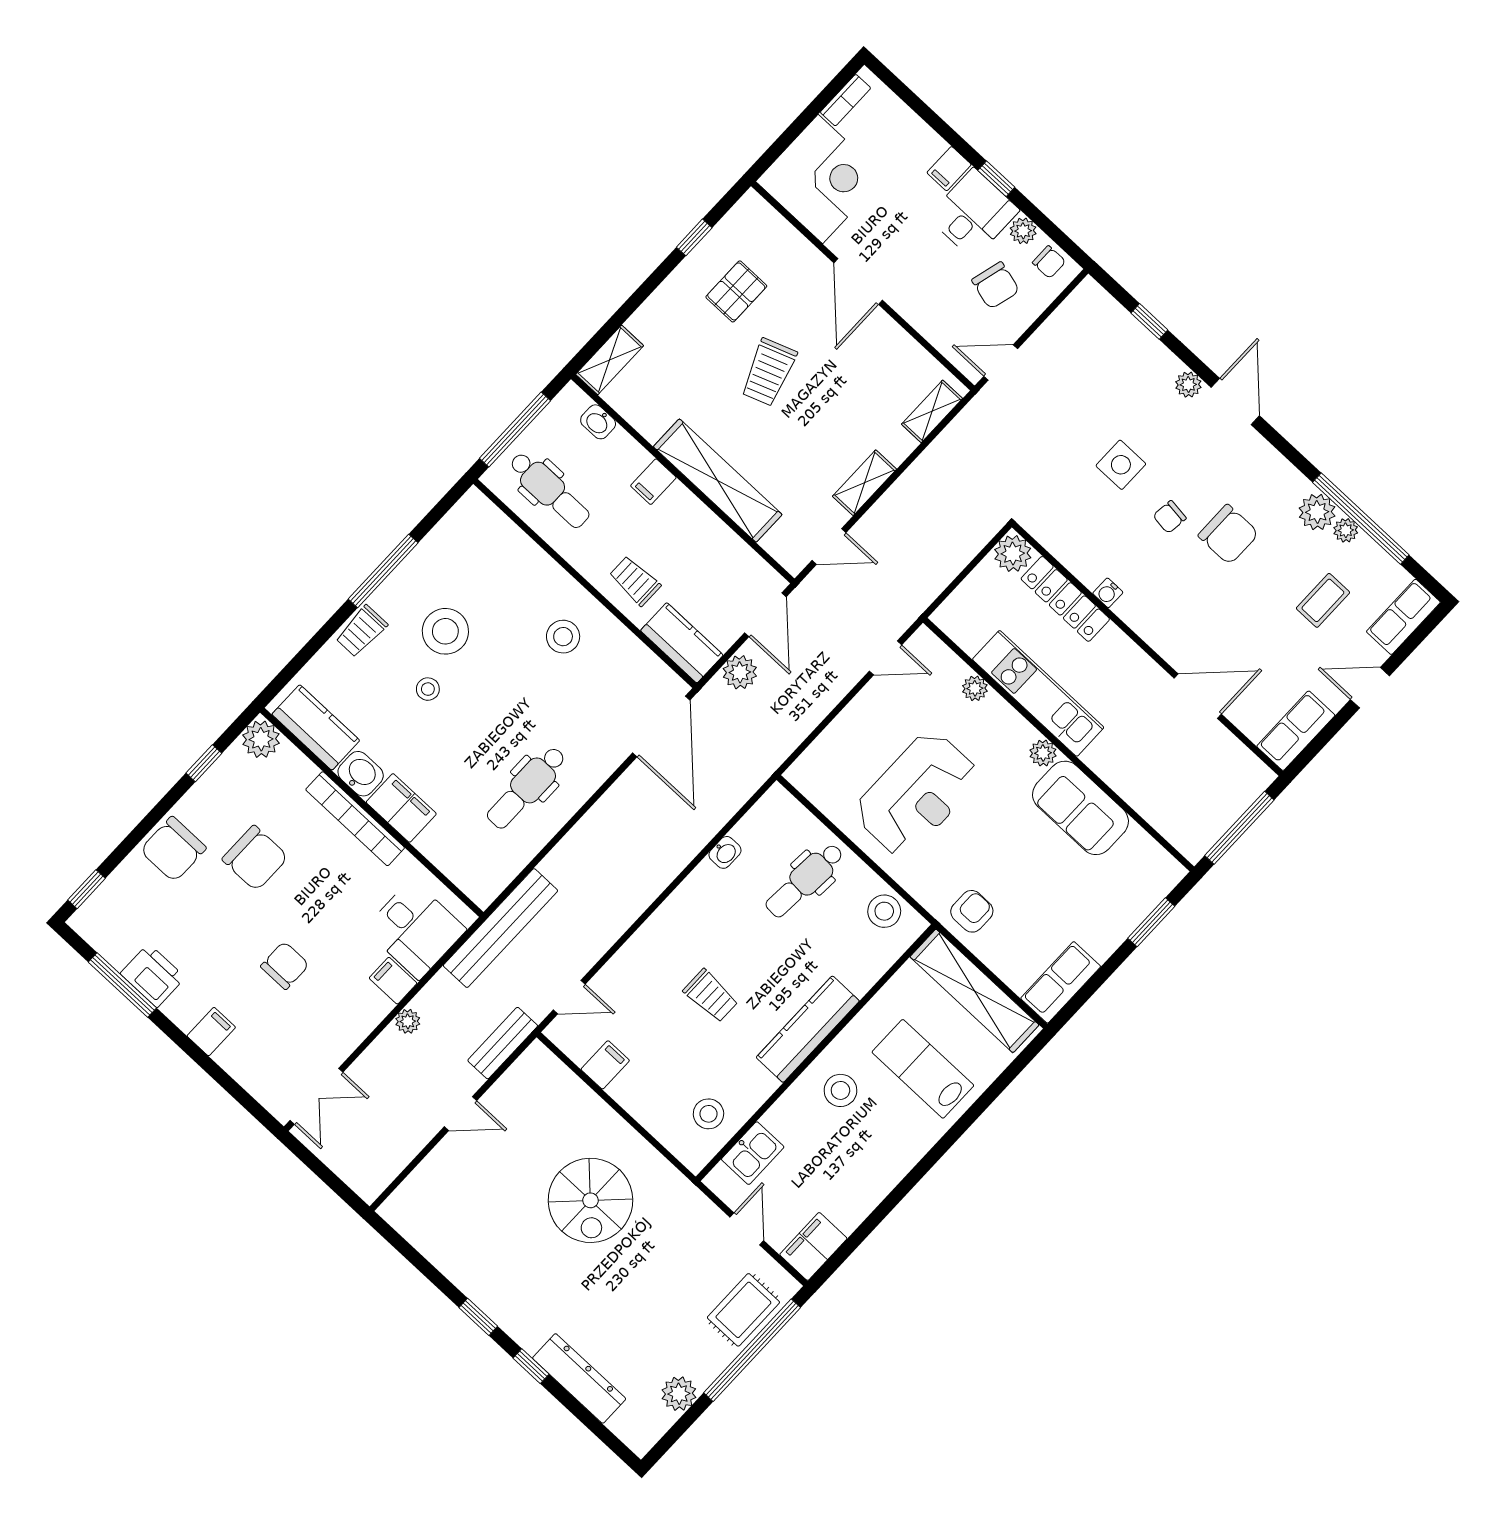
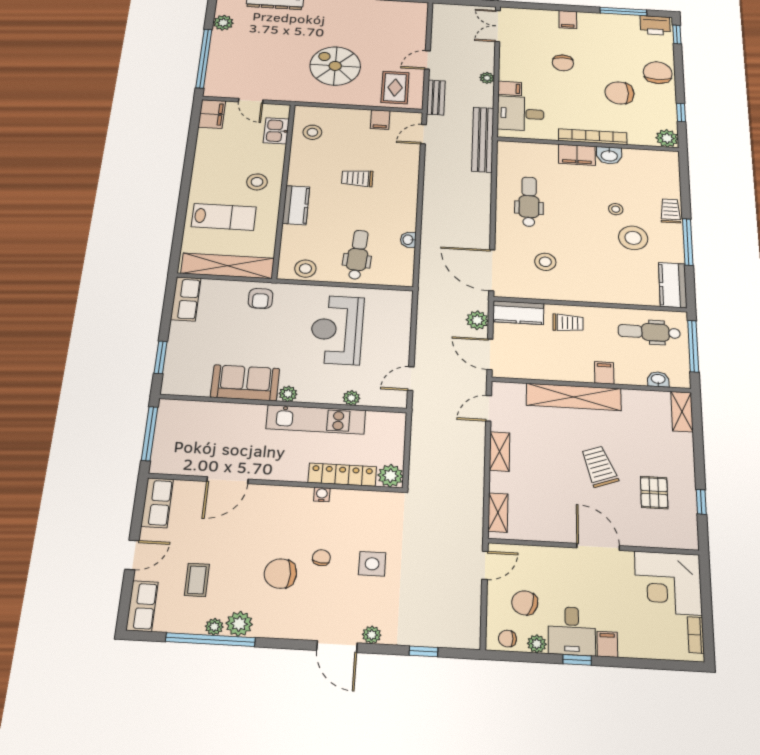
stool: (563, 637) -> (545, 262), moved
kitchen counter: (316, 727) -> (673, 285), moved, turned 90
printer: (153, 976) -> (655, 25), moved
kitchen counter: (808, 1029) -> (296, 205), width x0.67
rug: (743, 1310) -> (395, 88), moved

